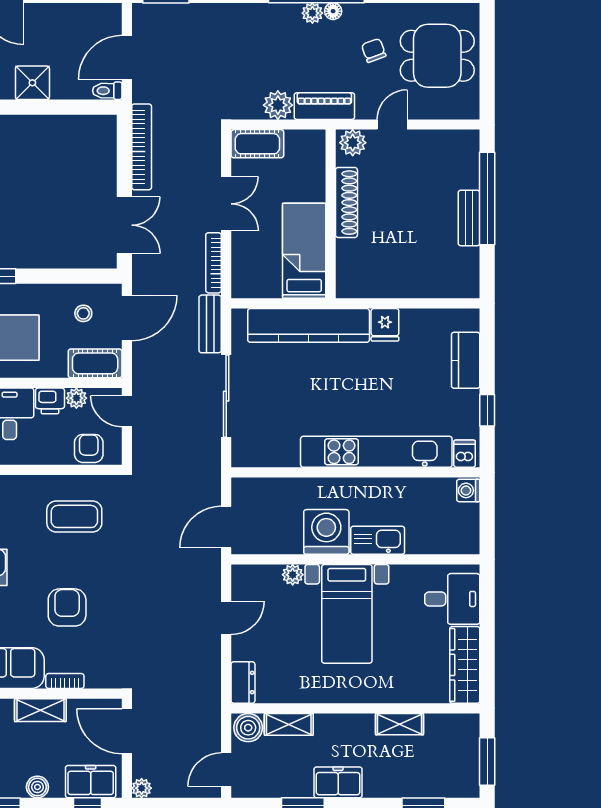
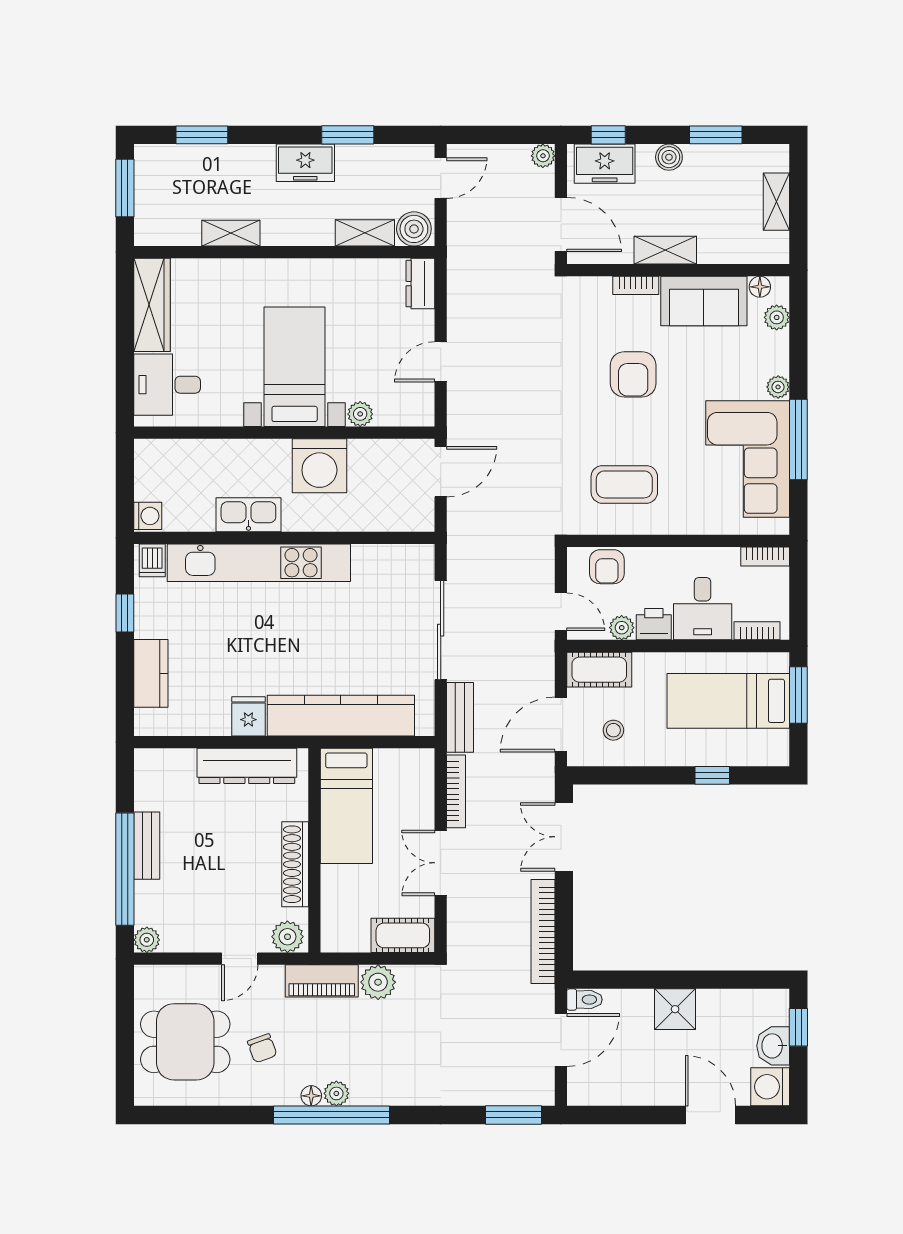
plant: (469, 140) -> (147, 940), added
dresser: (386, 284) -> (247, 766), added
kitchen sink: (378, 540) -> (248, 515), moved, turned 180

